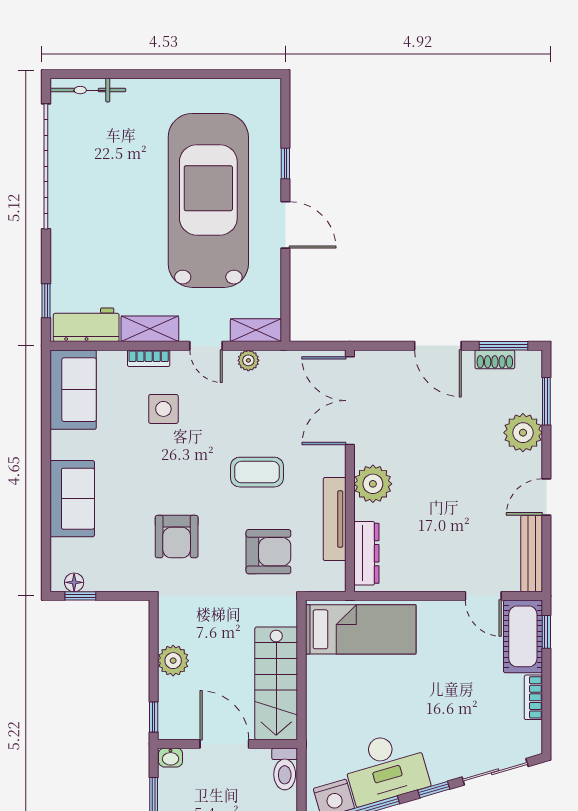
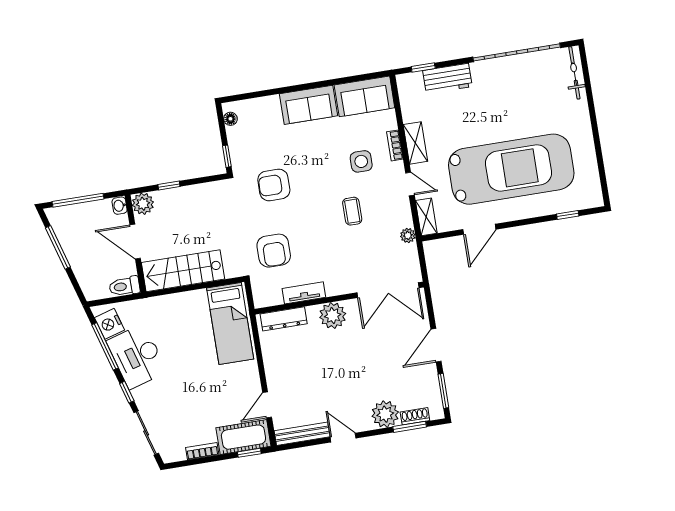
window: (285, 164) -> (568, 215), moved
door: (285, 225) -> (479, 229), moved
workbench: (86, 325) -> (447, 79), moved, turned 90
door: (206, 346) -> (410, 184), swing flipped
shoe rack: (495, 359) -> (415, 416), moved, turned 90
plant: (248, 360) -> (408, 235), moved
double door: (350, 401) -> (388, 290), swing flipped
coffee table: (257, 472) -> (352, 211), moved, width x0.73, depth x0.77
sofa: (72, 499) -> (308, 105), moved
tv unit: (335, 519) -> (304, 293), width x0.71
window: (80, 596) -> (227, 156), moved
plant: (173, 661) -> (143, 204), moved
window: (154, 717) -> (169, 186), moved
door: (224, 744) -> (135, 242), swing flipped

